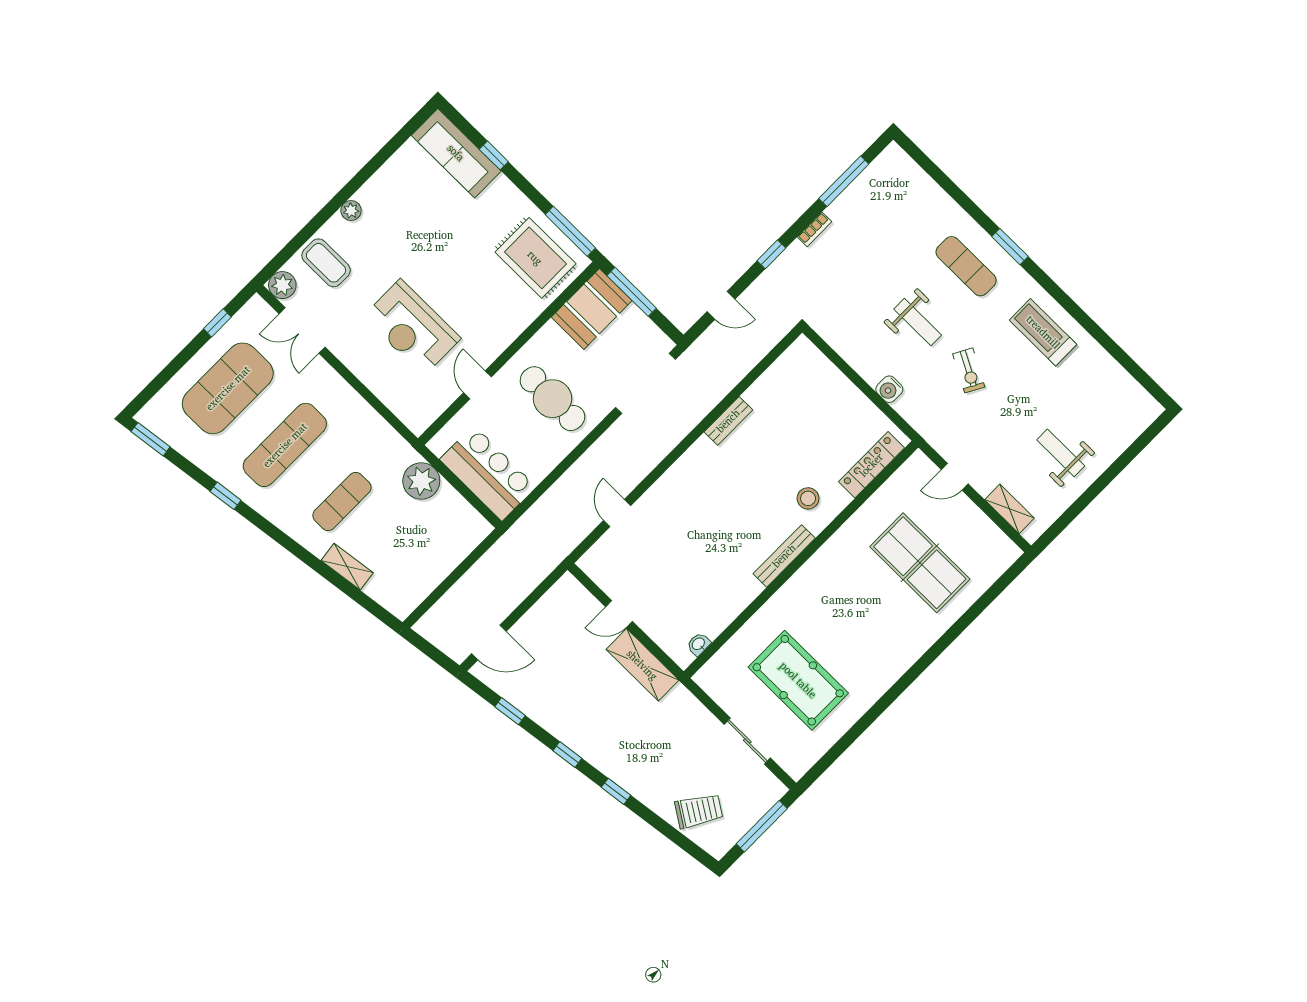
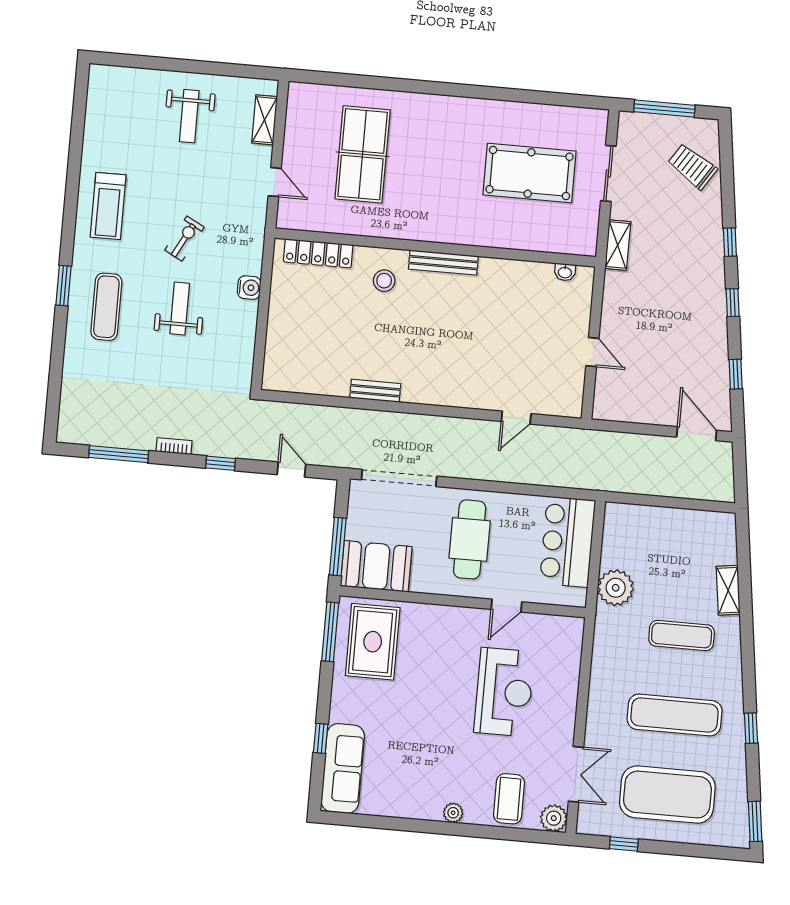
shelving: (642, 665) -> (618, 245), moved, width x0.67, depth x0.75
pool table: (798, 680) -> (529, 173), turned 90

